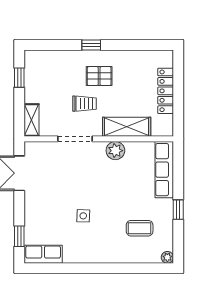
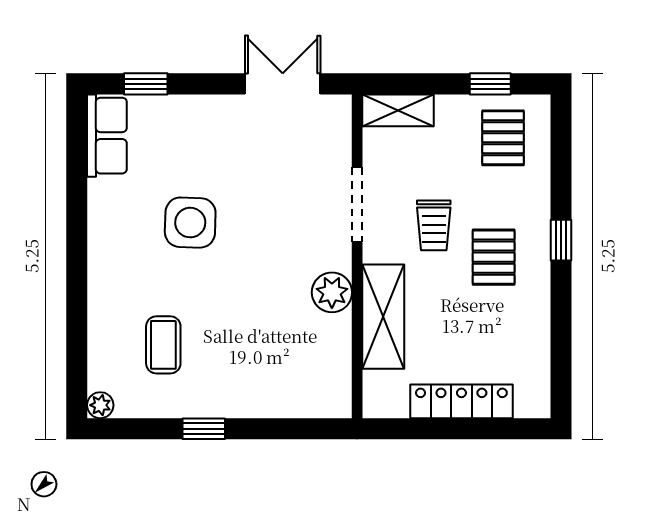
pallet: (44, 72) -> (503, 138), added
row of seats: (164, 170) -> (291, 398), removed
side table: (83, 216) -> (190, 223), width x1.87, depth x1.87

